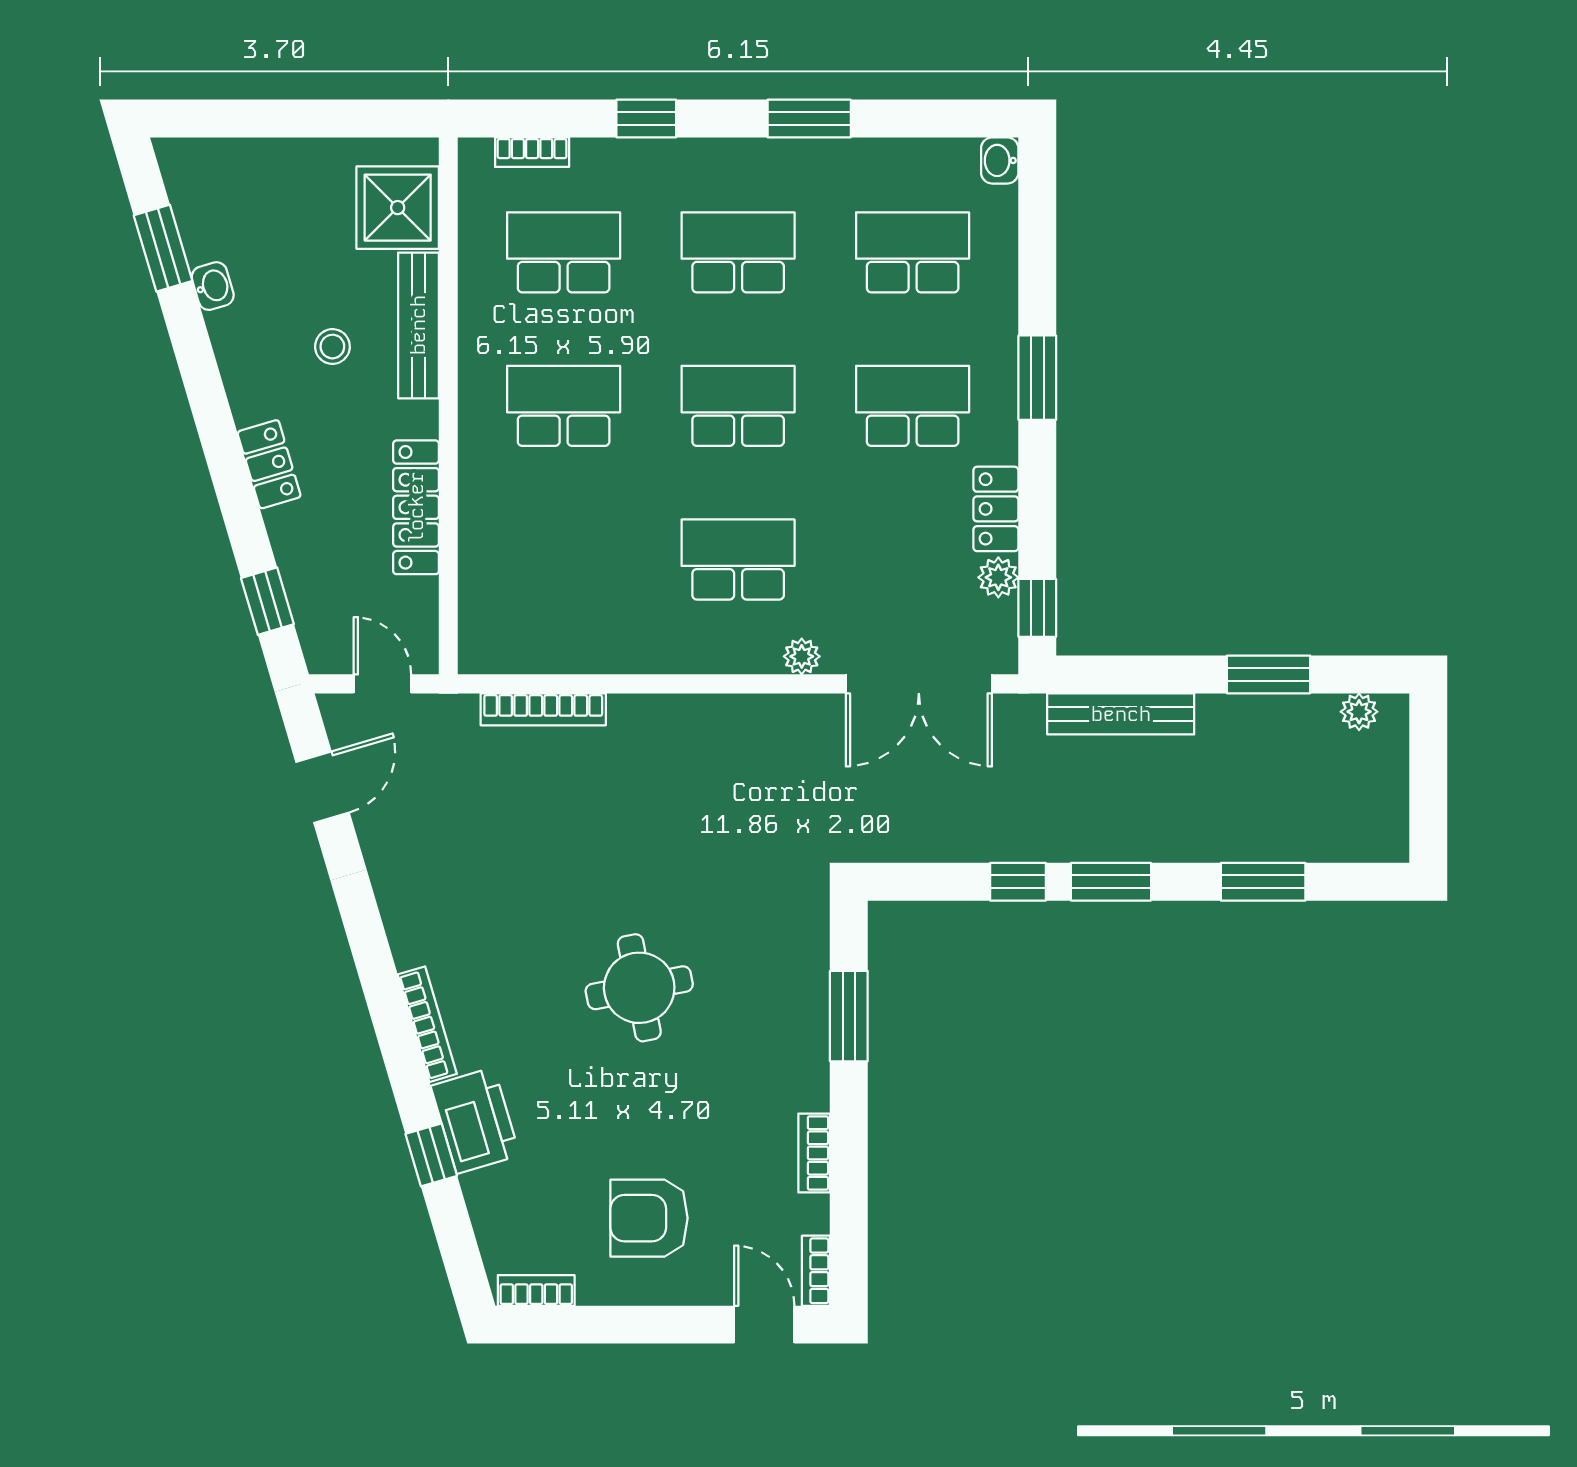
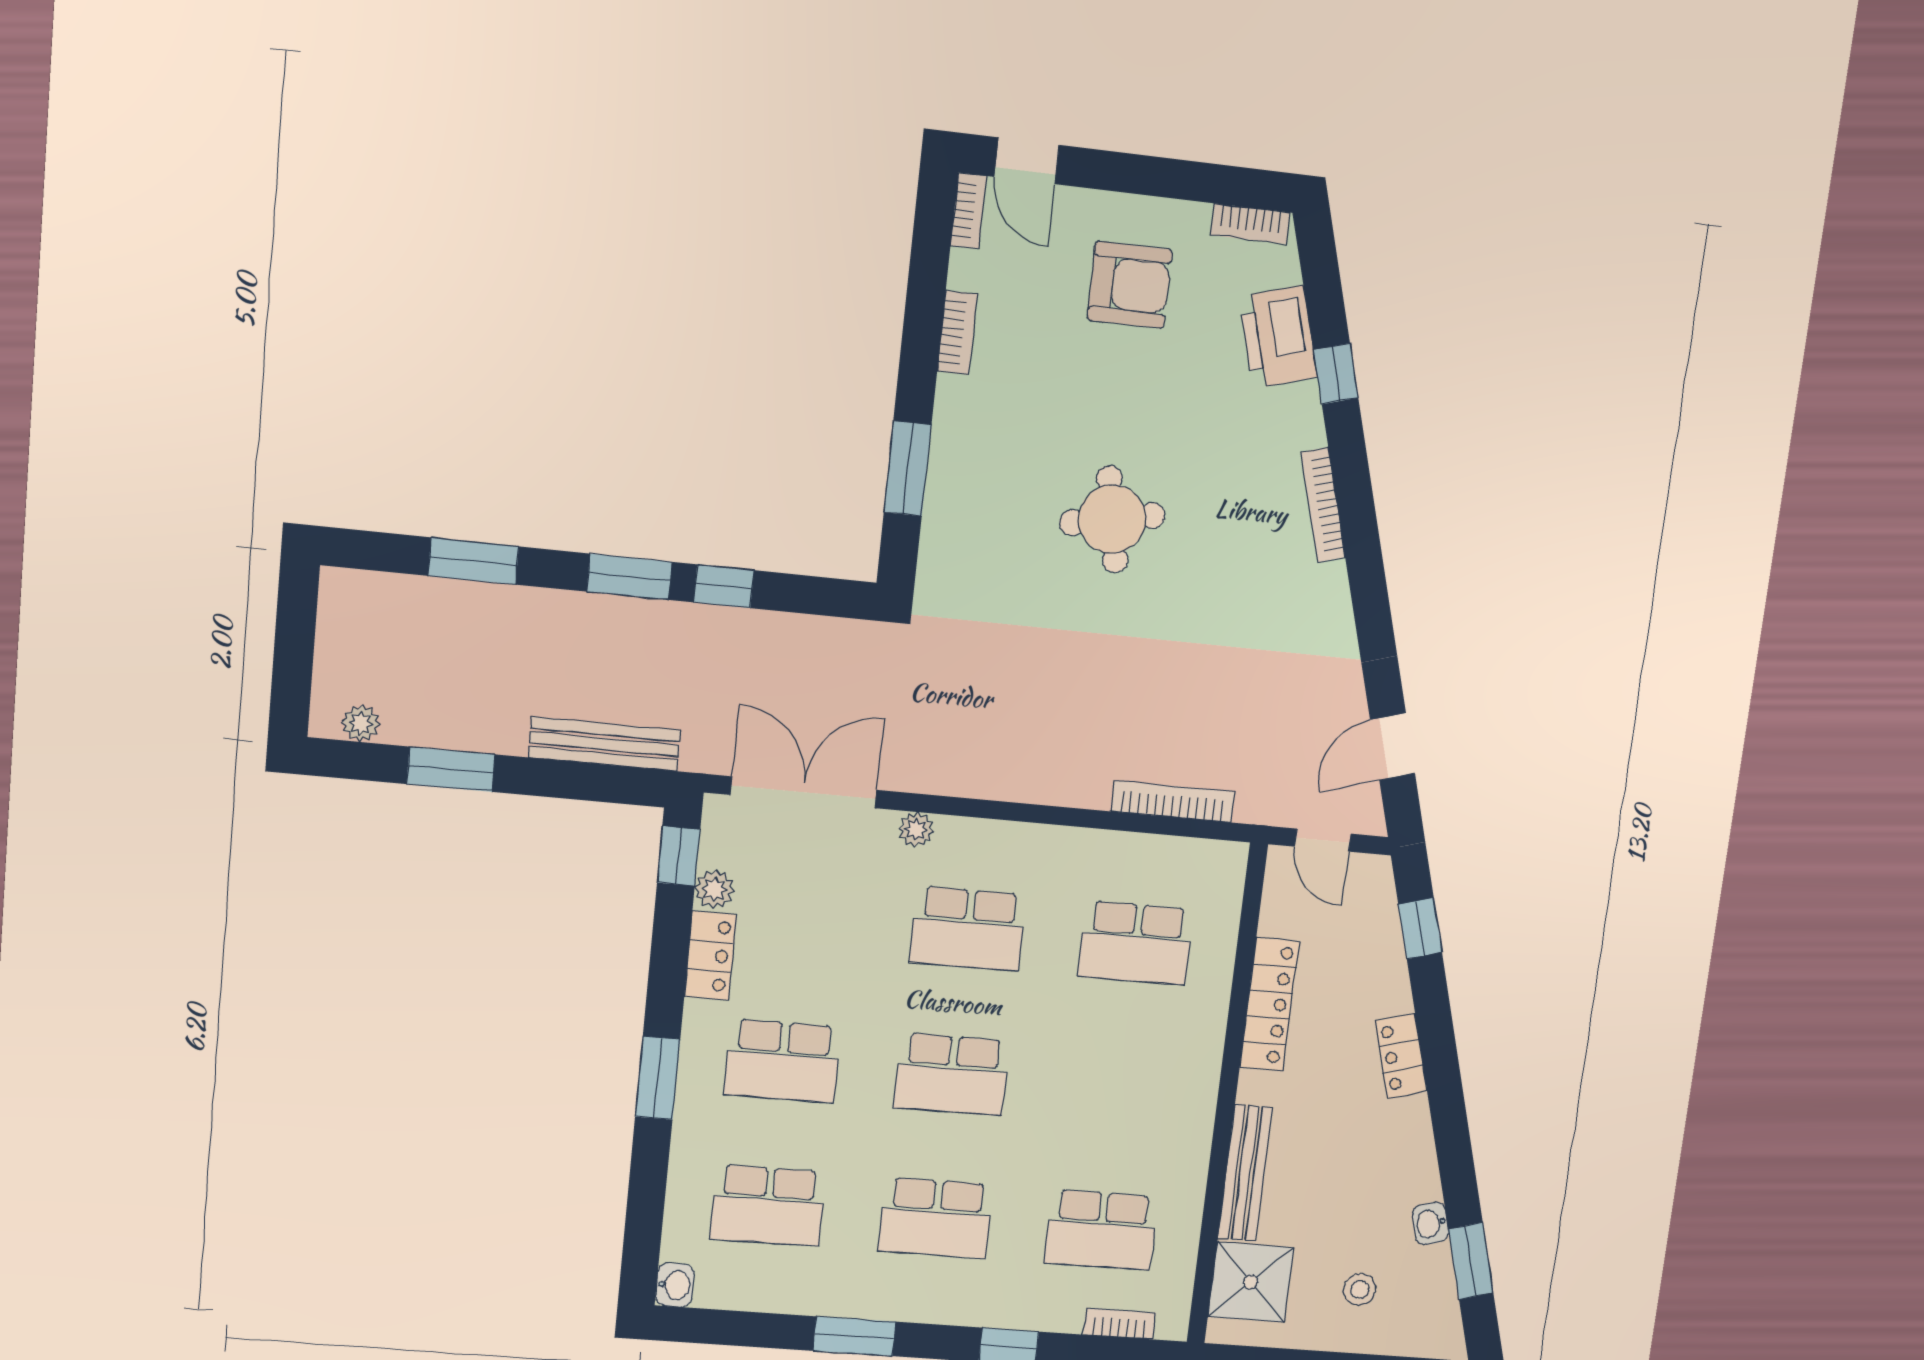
stool: (332, 347) -> (1360, 1289), moved
school desk: (564, 406) -> (1136, 943), moved
printer: (475, 1121) -> (1278, 337), moved

